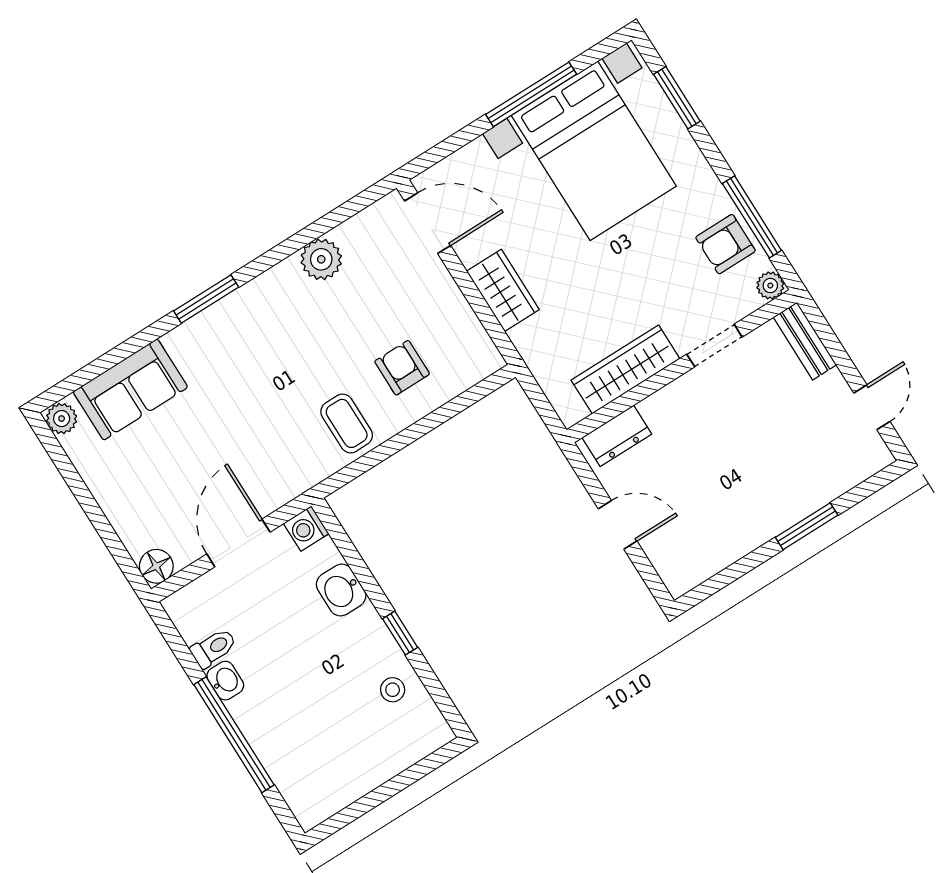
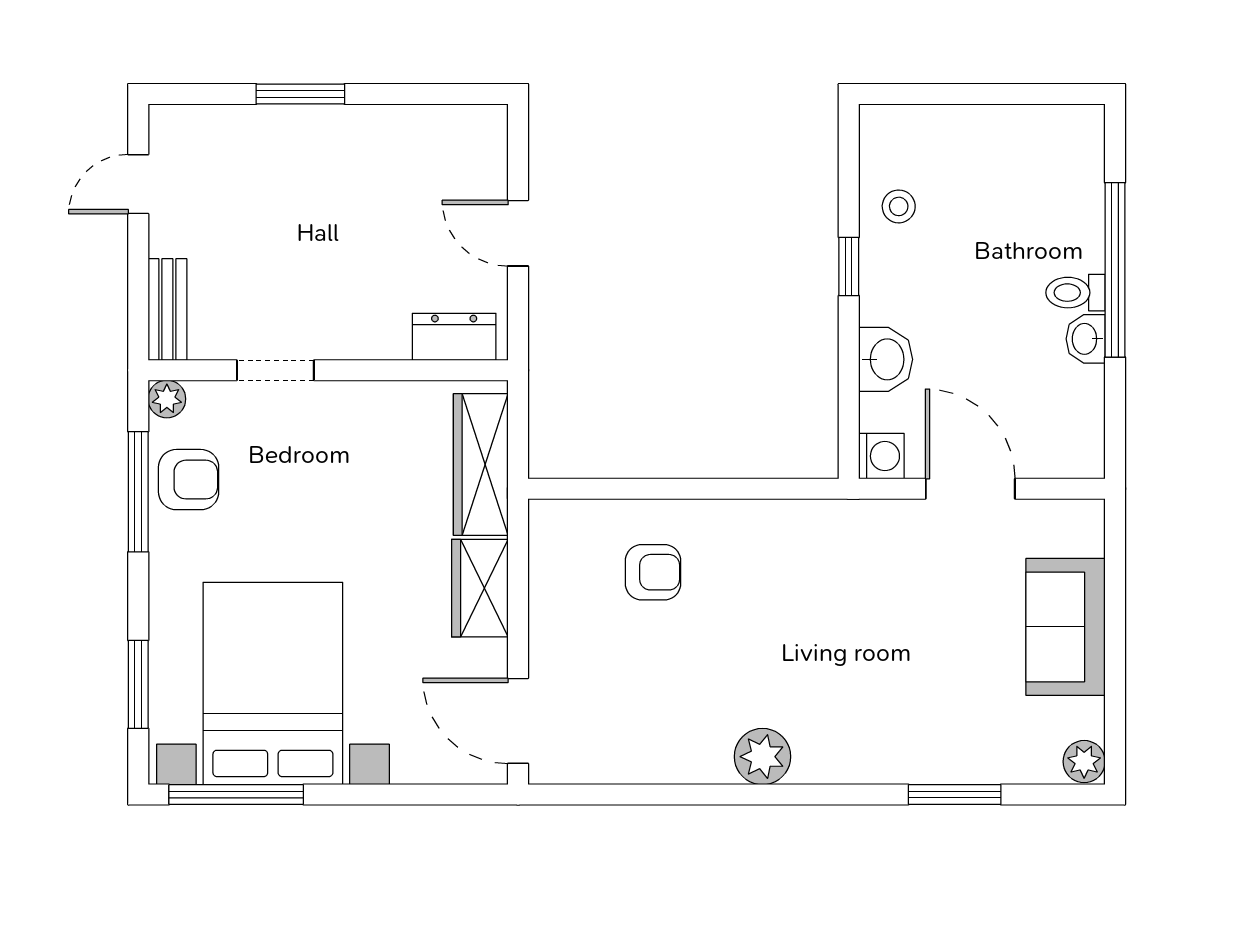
window: (531, 94) -> (236, 795), moved
plant: (321, 259) -> (763, 757), moved
window: (206, 299) -> (955, 795), moved
armchair: (402, 368) -> (653, 572), turned -90
wardrobe: (625, 369) -> (481, 465), moved, turned 90
sofa: (130, 389) -> (1066, 627), moved, turned -90
coffee table: (347, 423) -> (758, 548), removed
door: (238, 543) -> (970, 489), swing flipped
floor lamp: (156, 566) -> (1082, 522), removed
toilet: (213, 648) -> (1076, 293), moved

